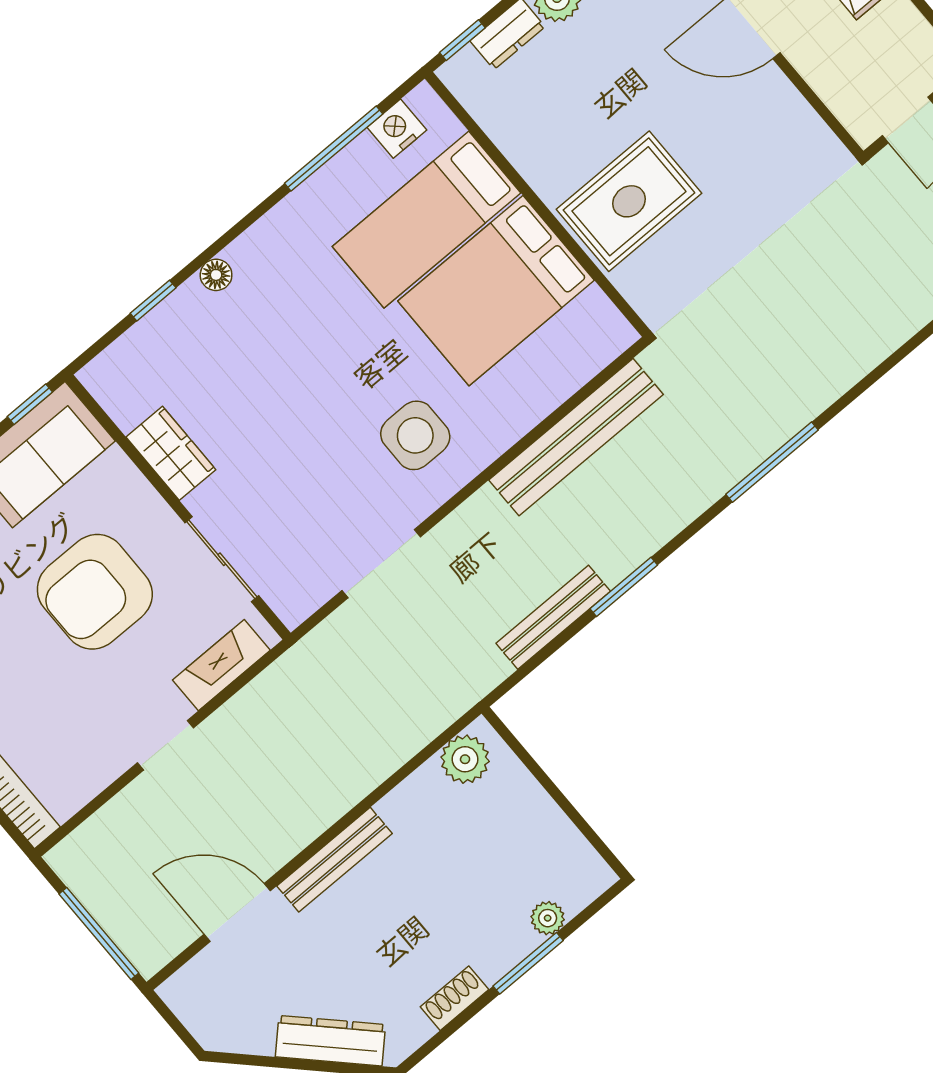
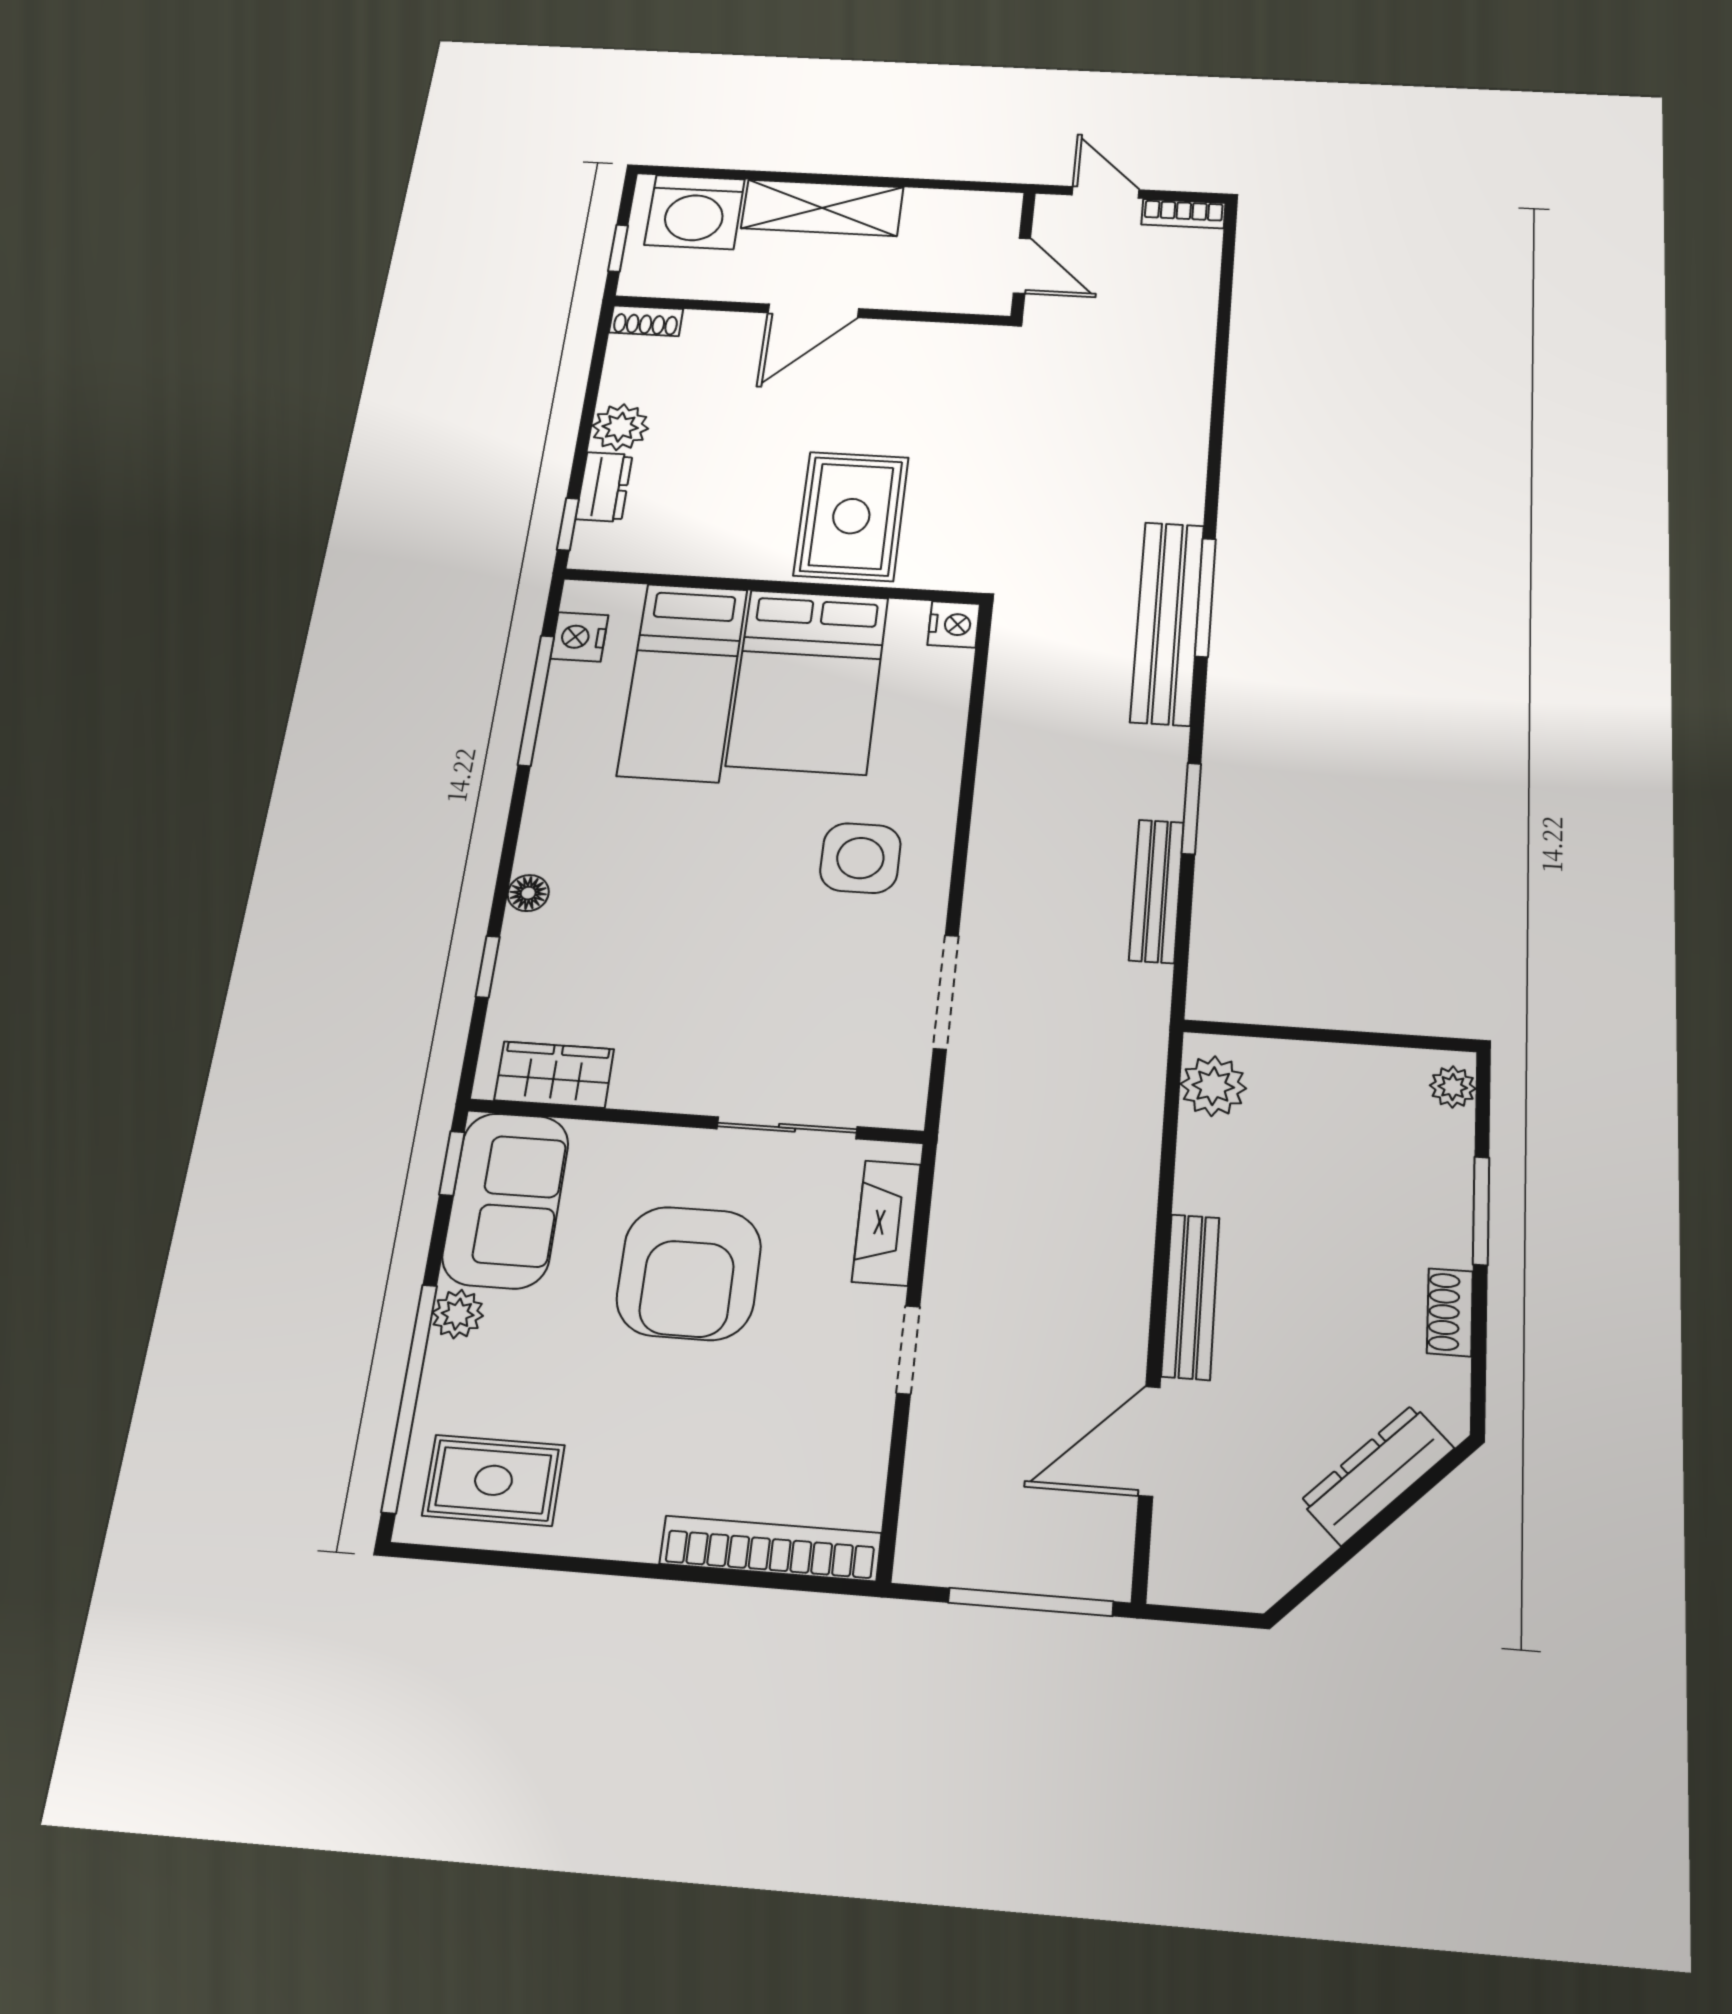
nightstand: (614, 336) -> (954, 624), added
bench: (576, 437) -> (1167, 623), moved
wardrobe: (171, 453) -> (554, 1075), moved
plant: (548, 918) -> (1453, 1087), moved

